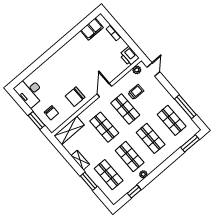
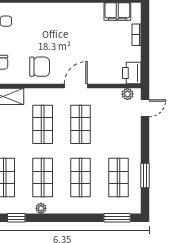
trolley: (136, 92) -> (107, 116), removed
chair: (75, 97) -> (40, 67), turned 180
window: (185, 107) -> (145, 176), width x0.69

